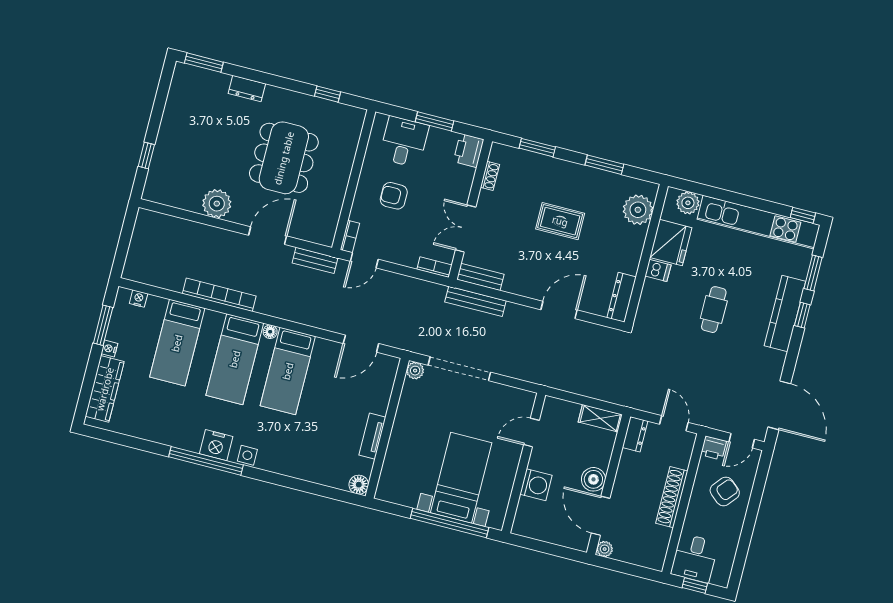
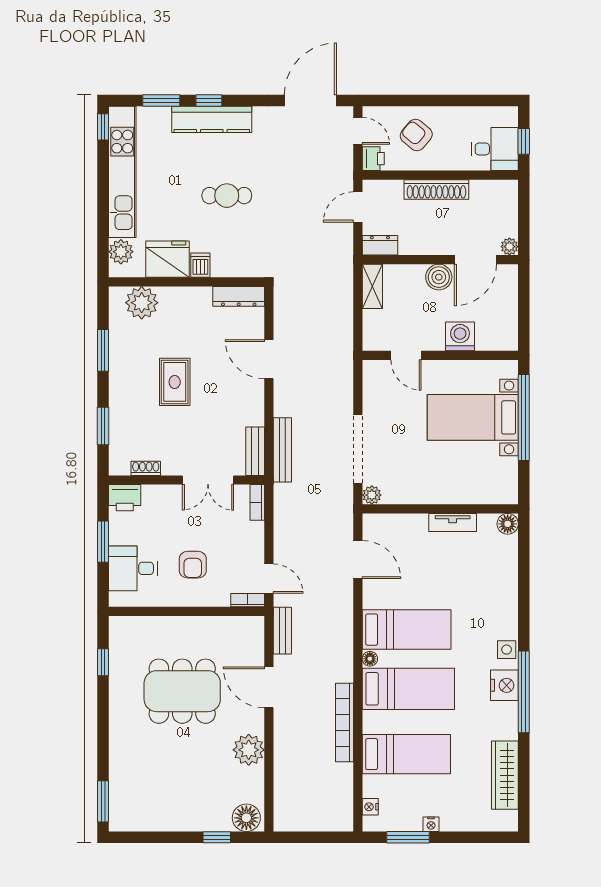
dresser: (247, 89) -> (119, 749), removed
floor lamp: (157, 186) -> (246, 818), added
wardrobe: (105, 389) -> (505, 775), moved, turned -90

